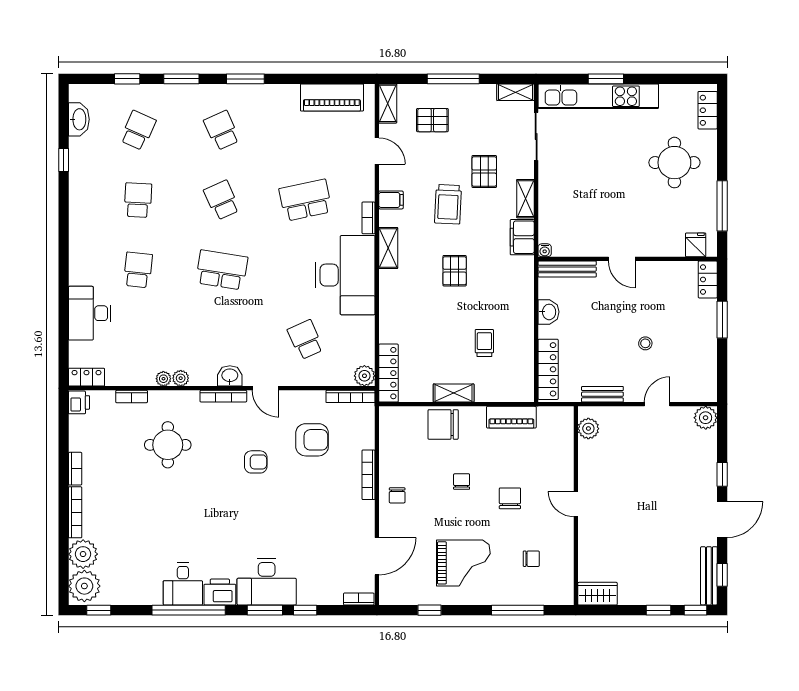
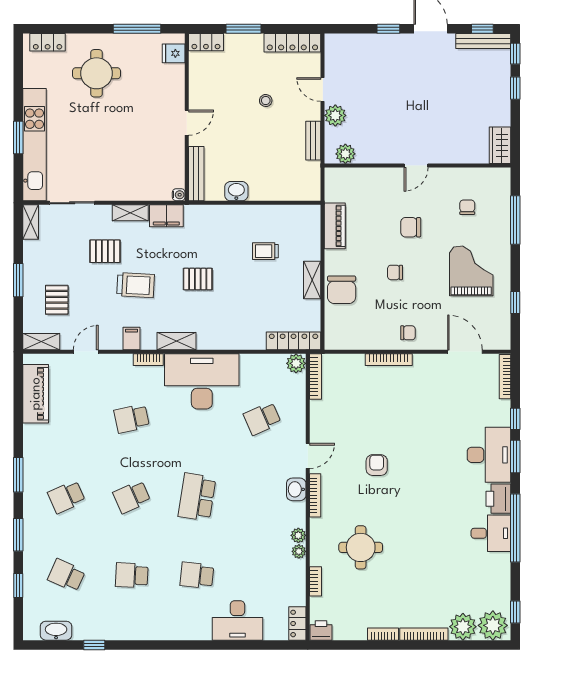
window: (453, 79) -> (18, 280), width x0.69
school desk: (305, 200) -> (132, 419), width x0.54
locker: (548, 369) -> (292, 43), moved, turned 180
plant: (706, 418) -> (335, 115), moved
armchair: (312, 440) -> (356, 412), removed
bookcase: (359, 599) -> (505, 377), width x1.56

